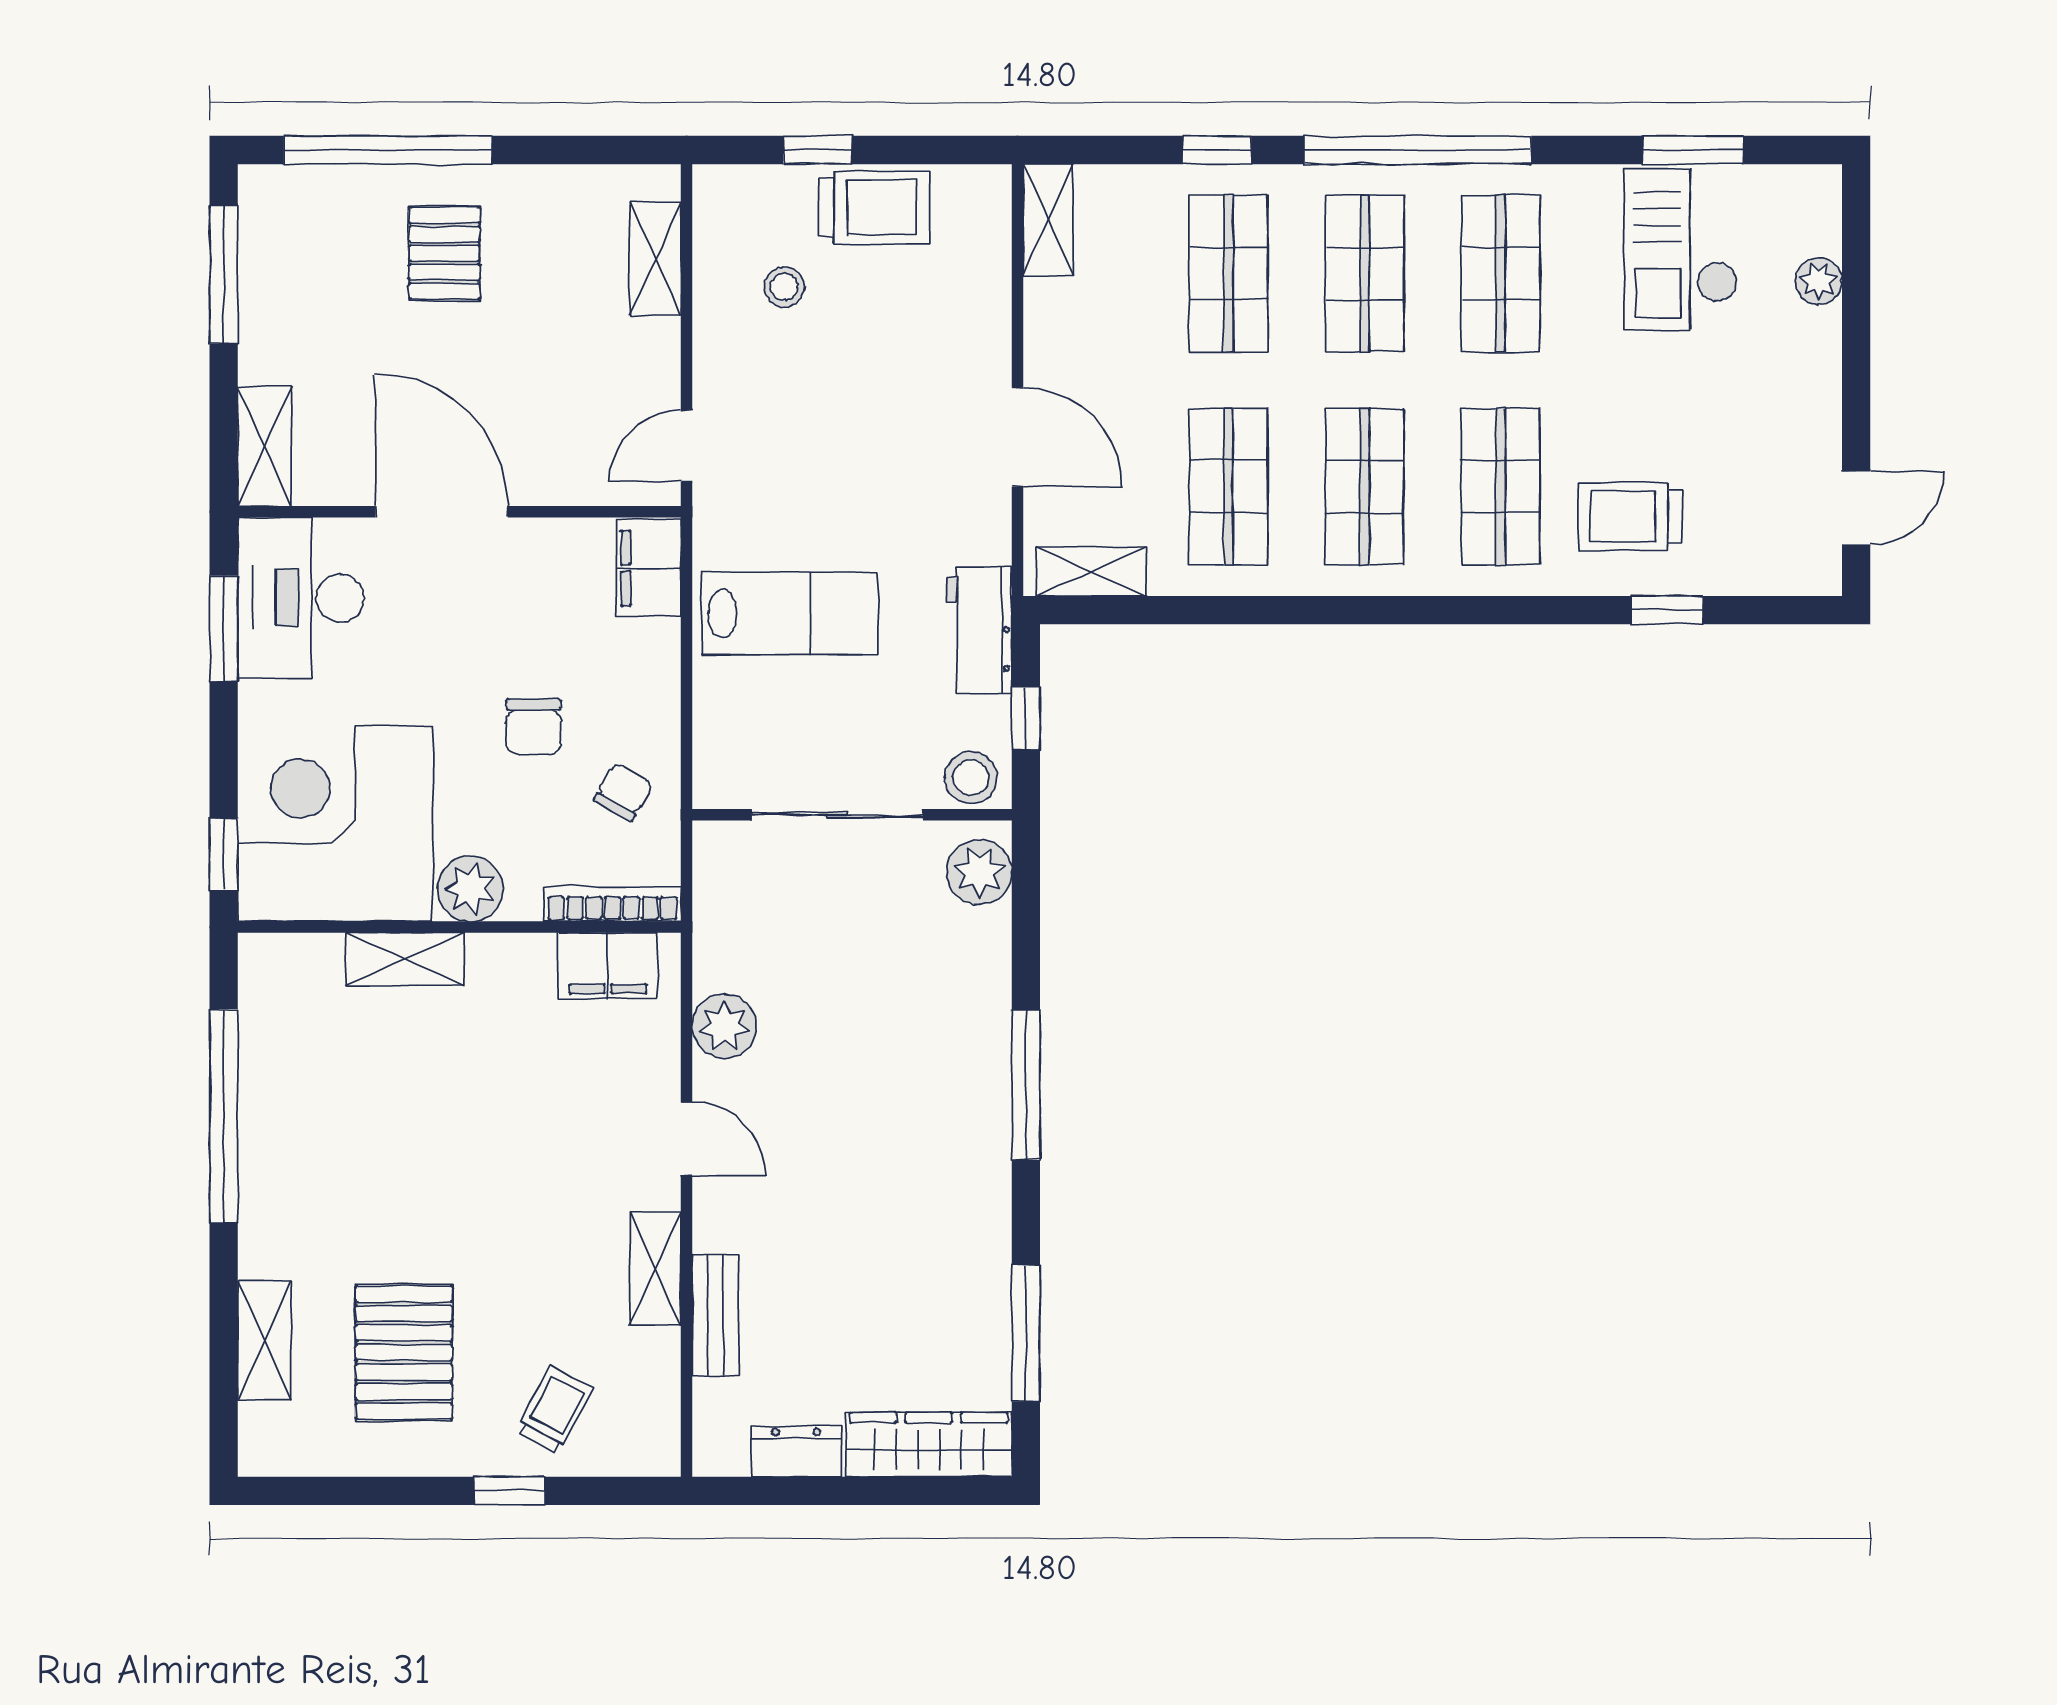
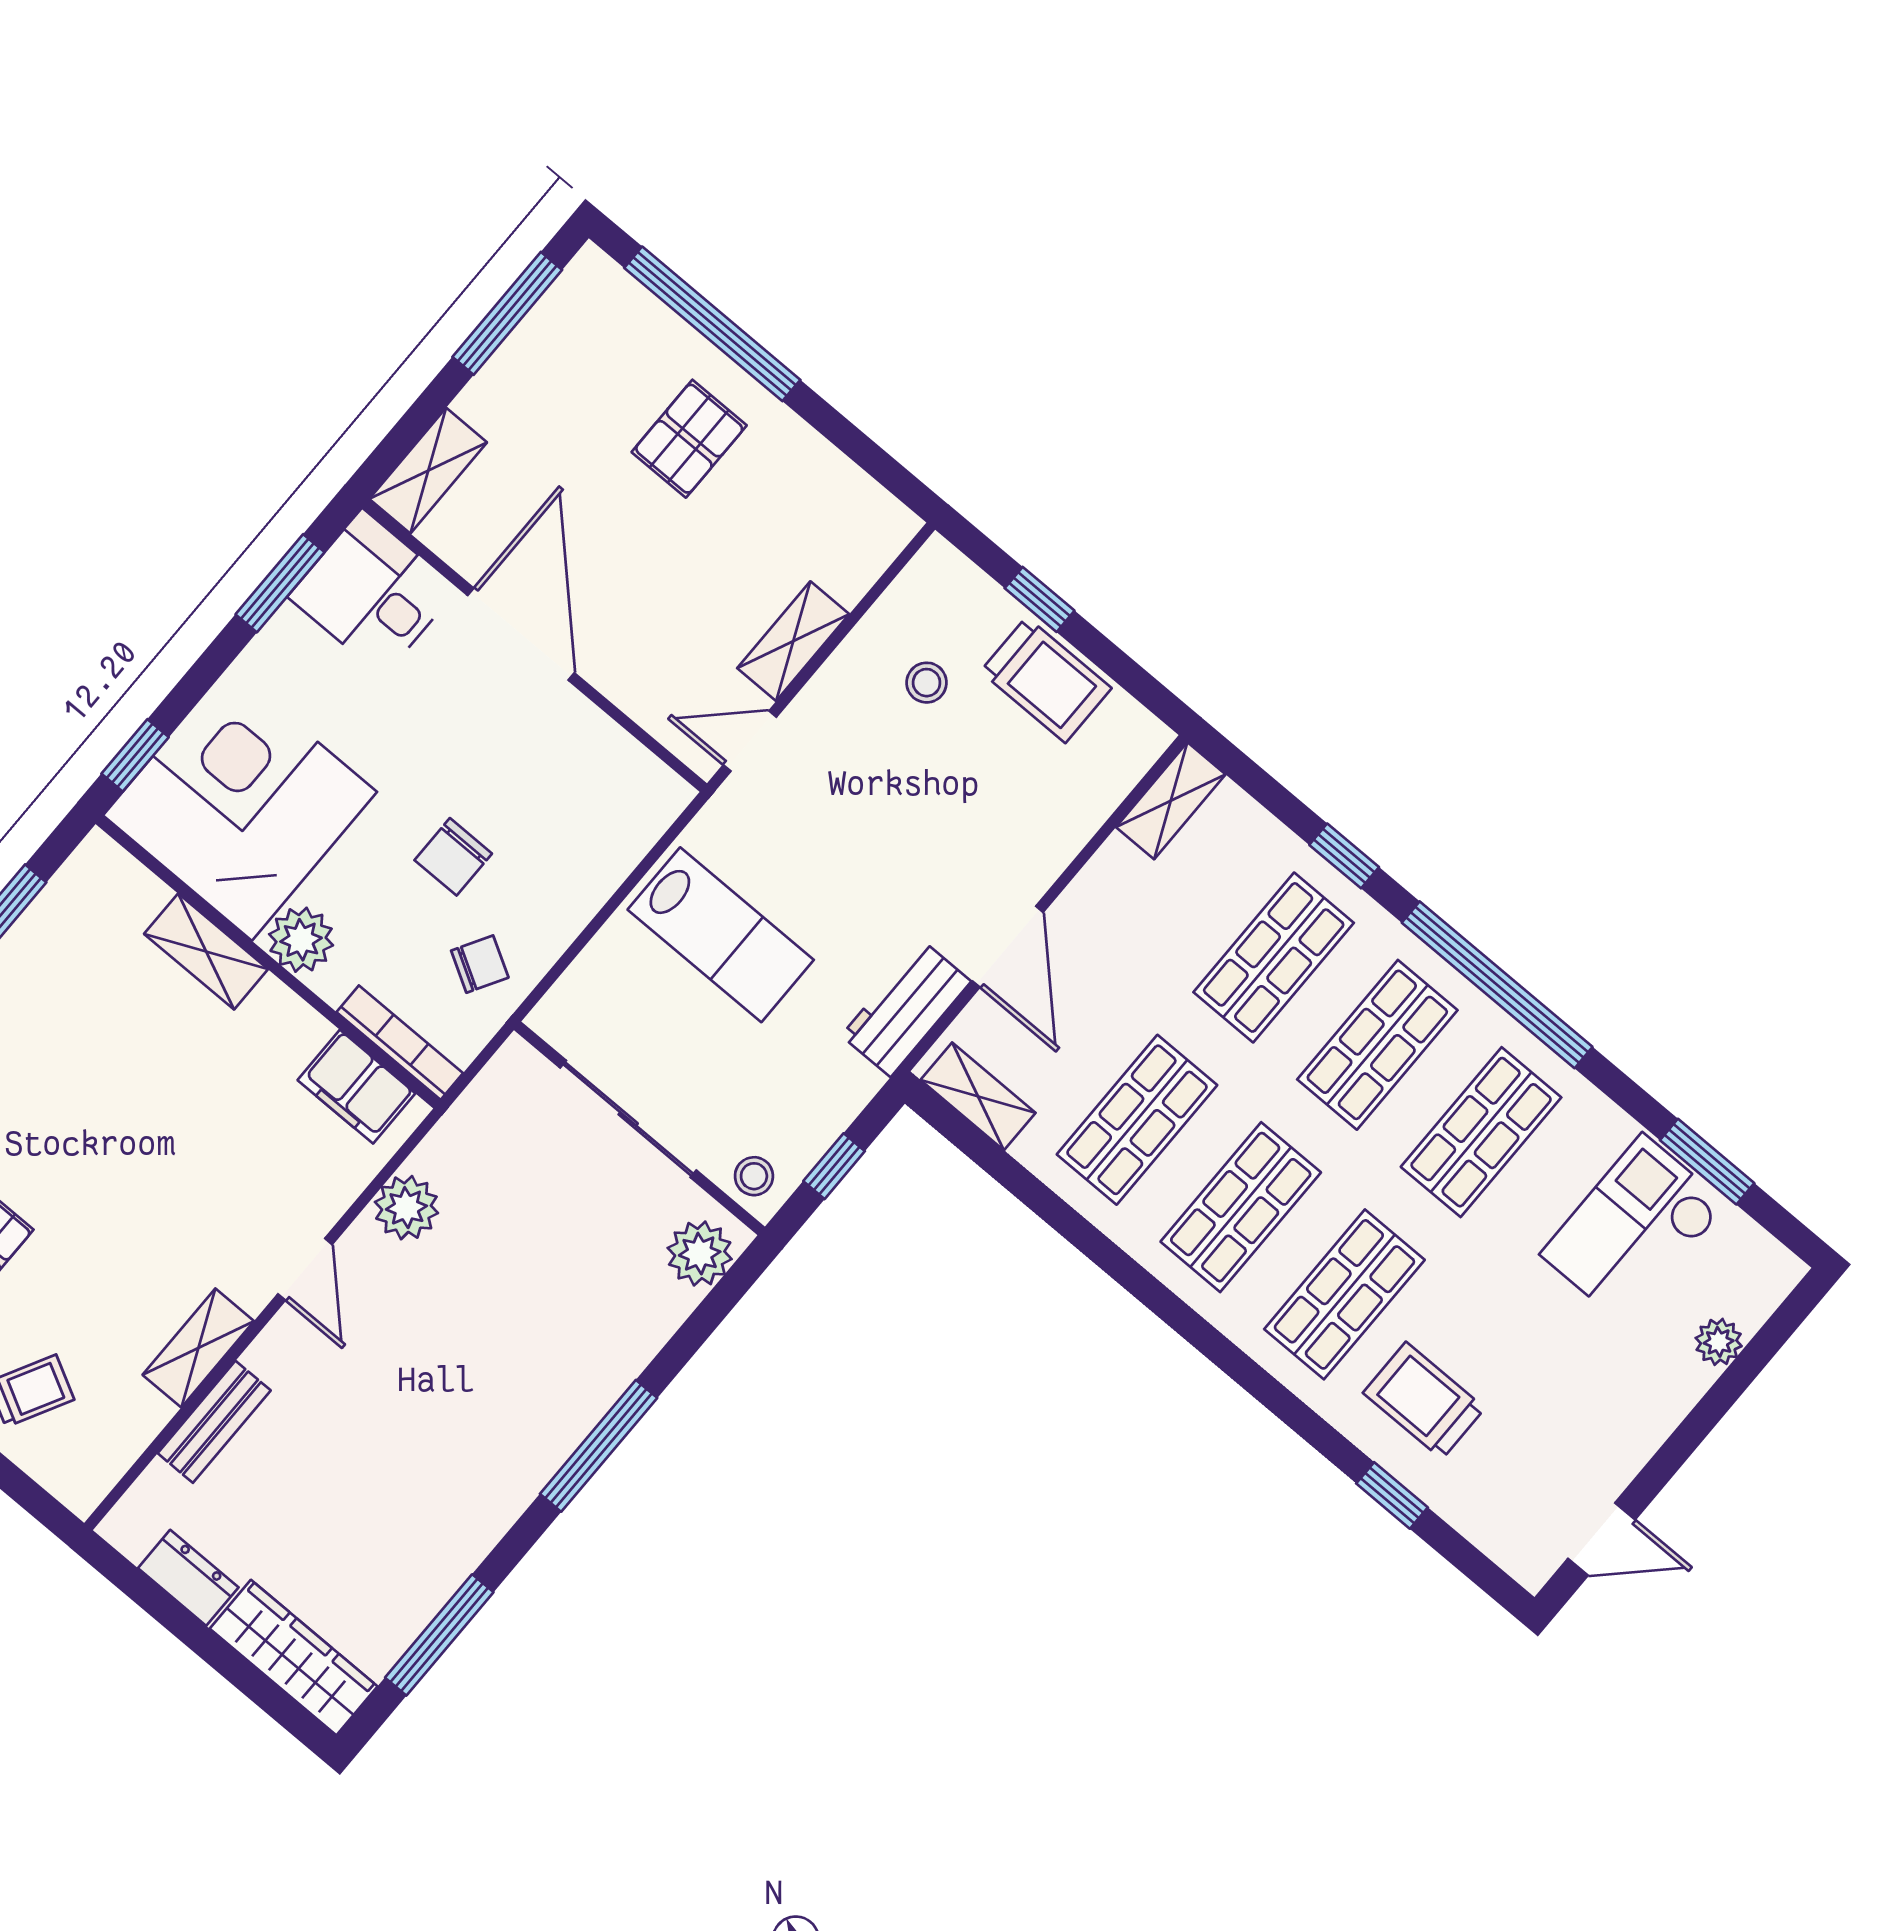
shelving: (655, 259) -> (793, 641), moved
filing cabinet: (648, 568) -> (643, 810), removed
desk: (301, 598) -> (373, 593), width x0.73
workbench: (979, 630) -> (906, 1008), moved
stool: (971, 777) -> (754, 1176), width x0.73, depth x0.73

